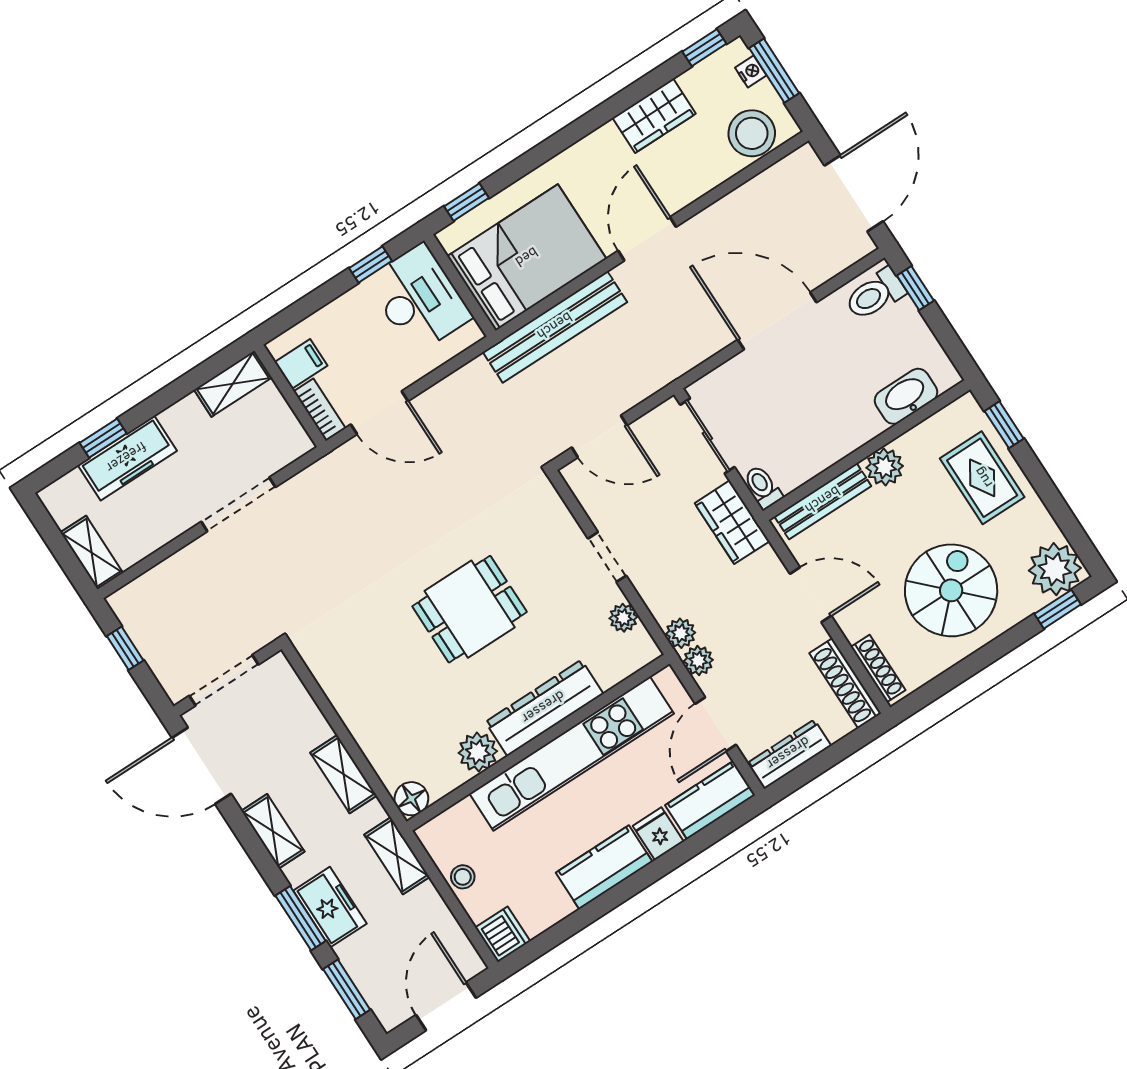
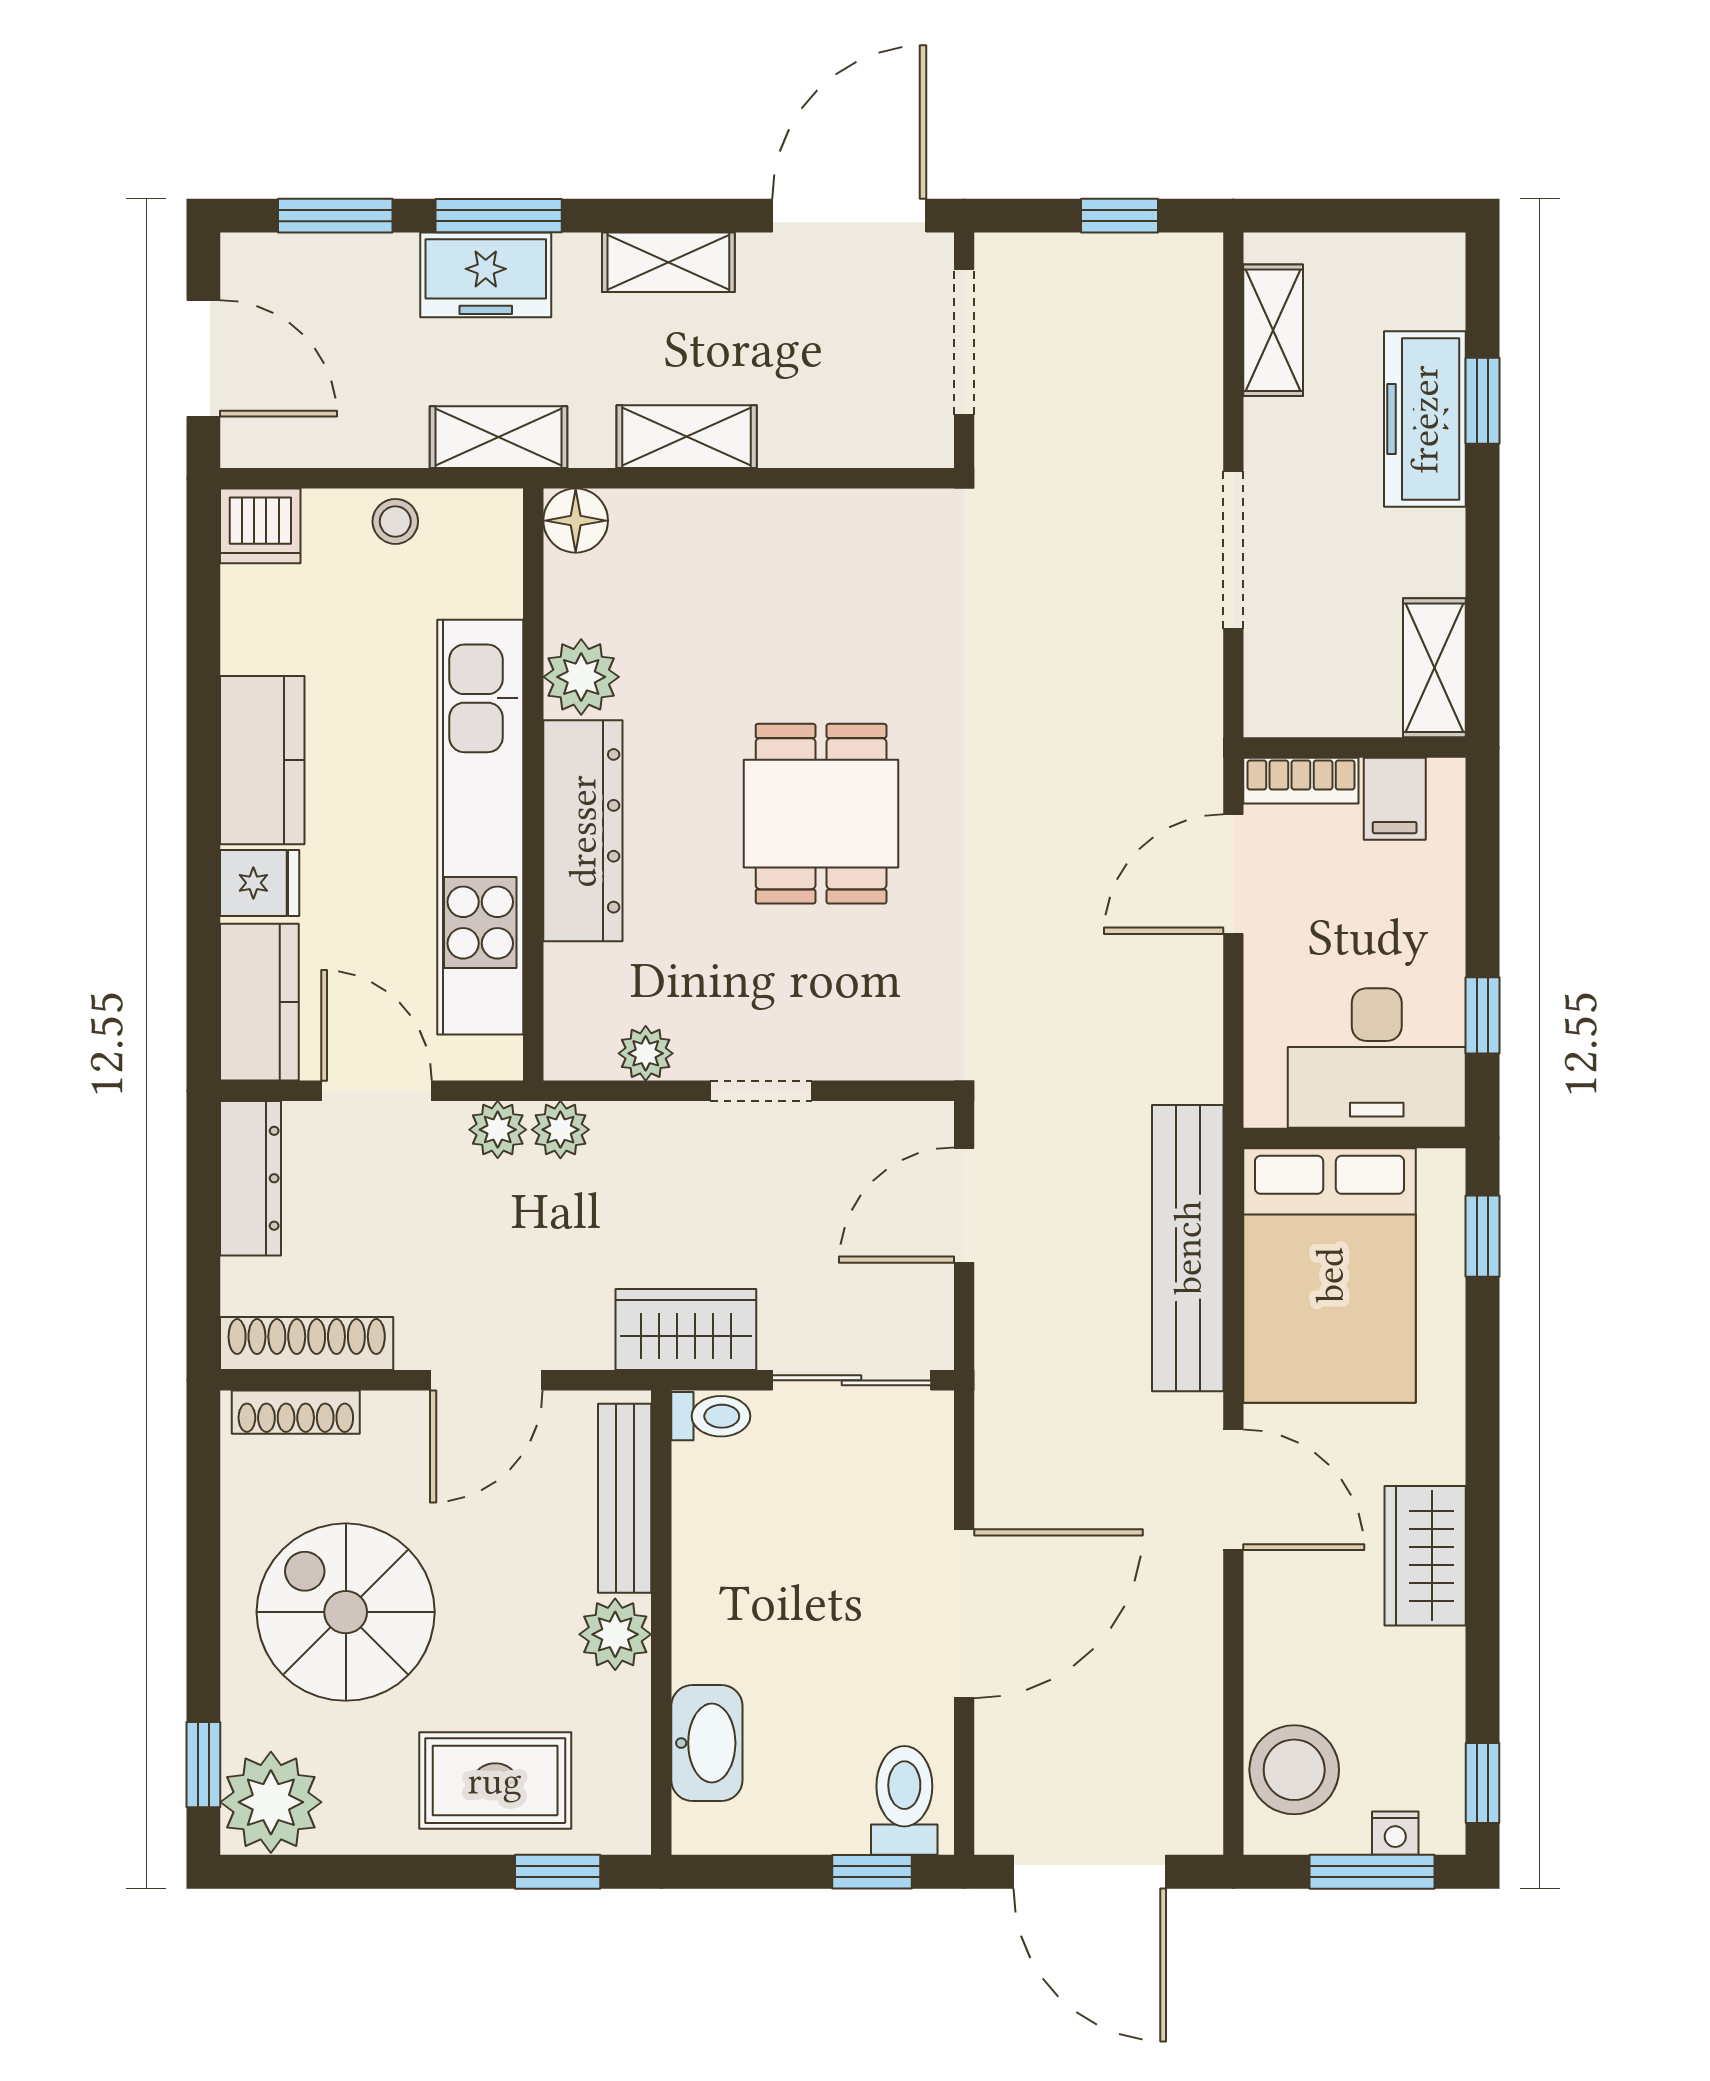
wardrobe: (654, 116) -> (1425, 1556), moved
shelving: (92, 553) -> (1273, 330), moved, turned 90
spiral stairs: (951, 590) -> (346, 1612), turned 180

